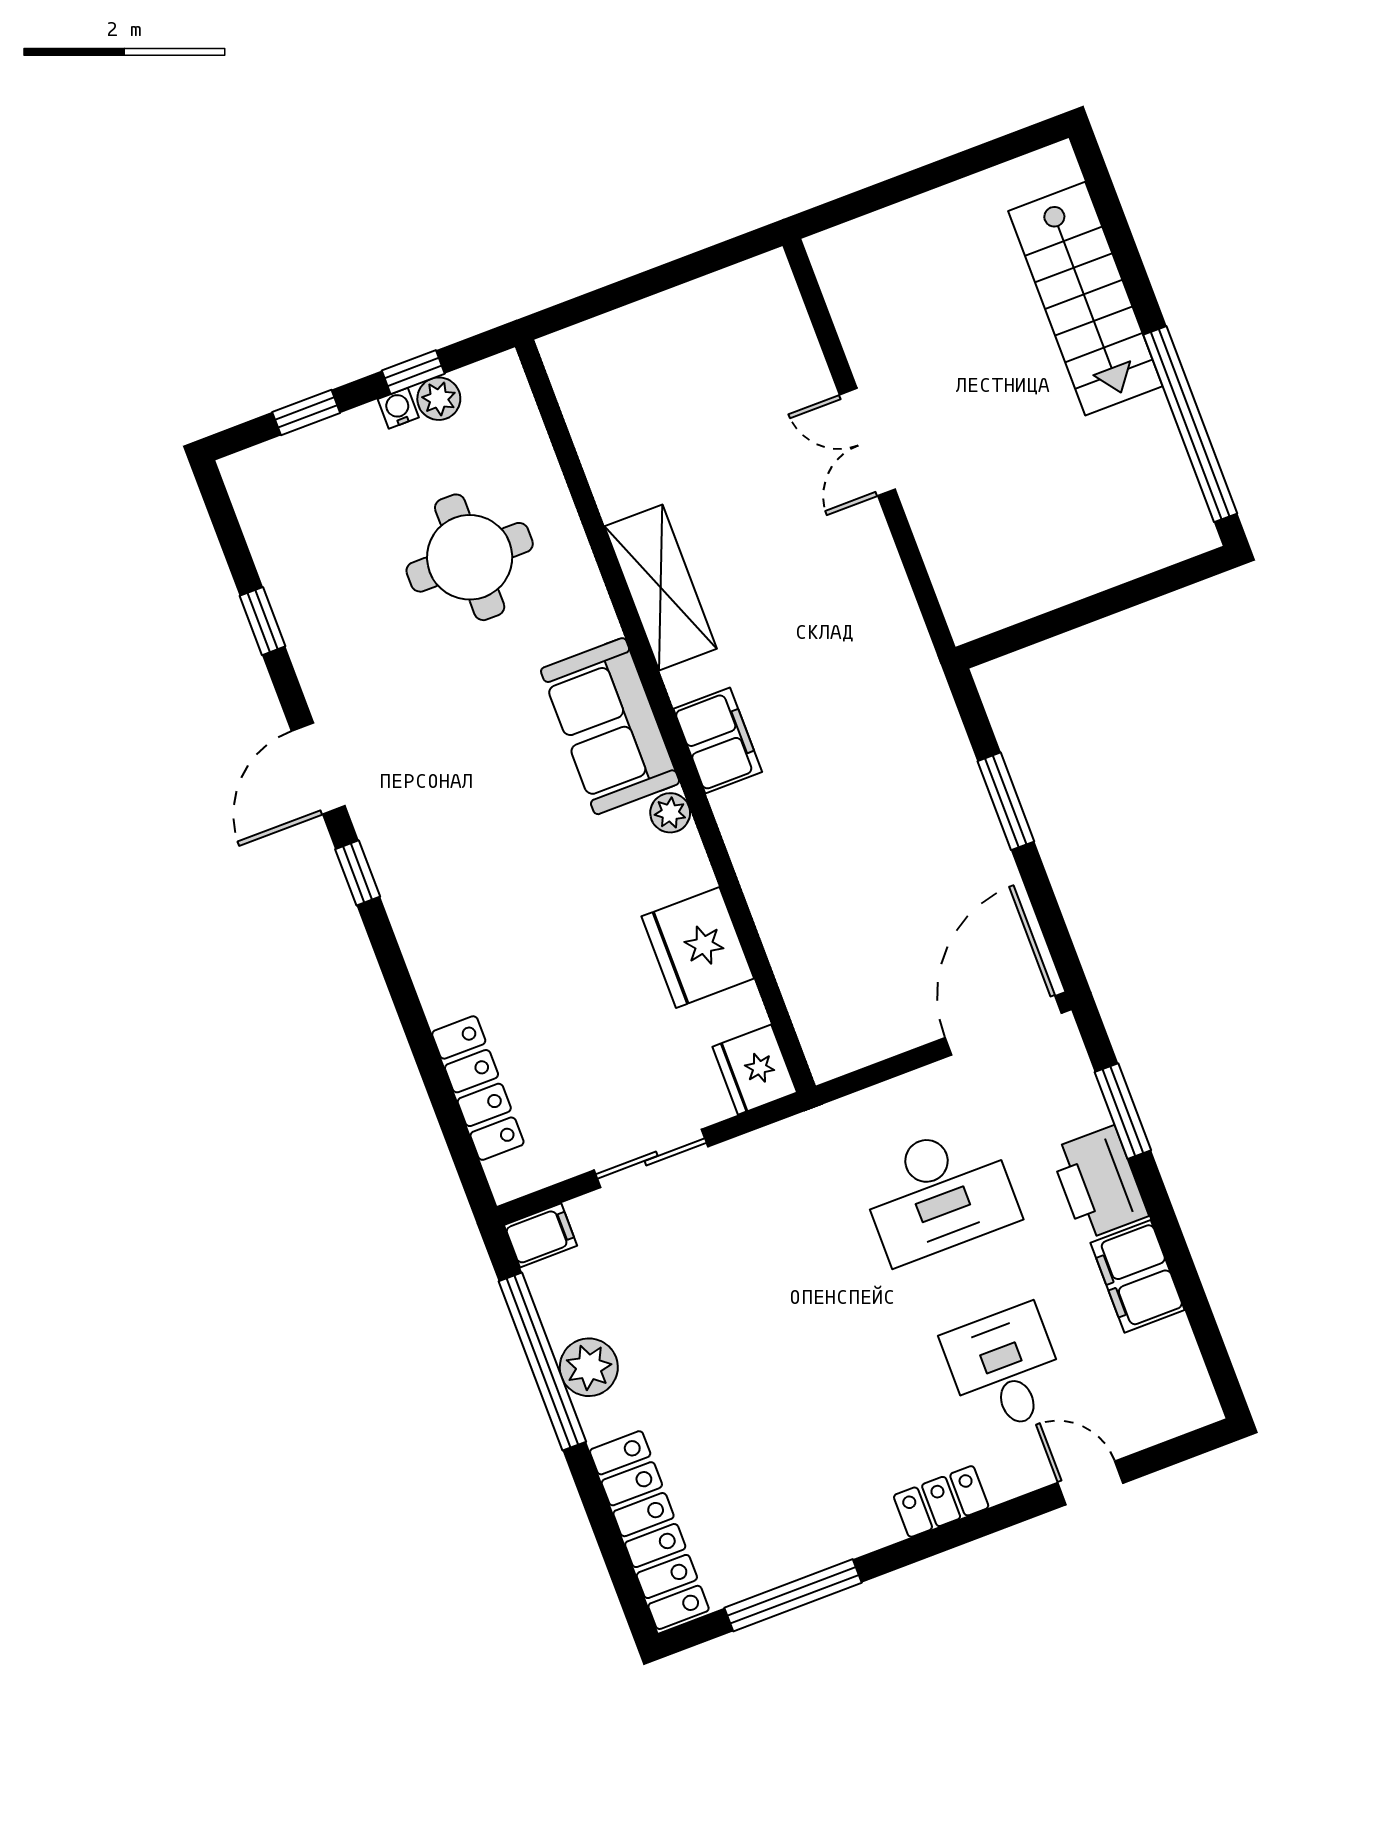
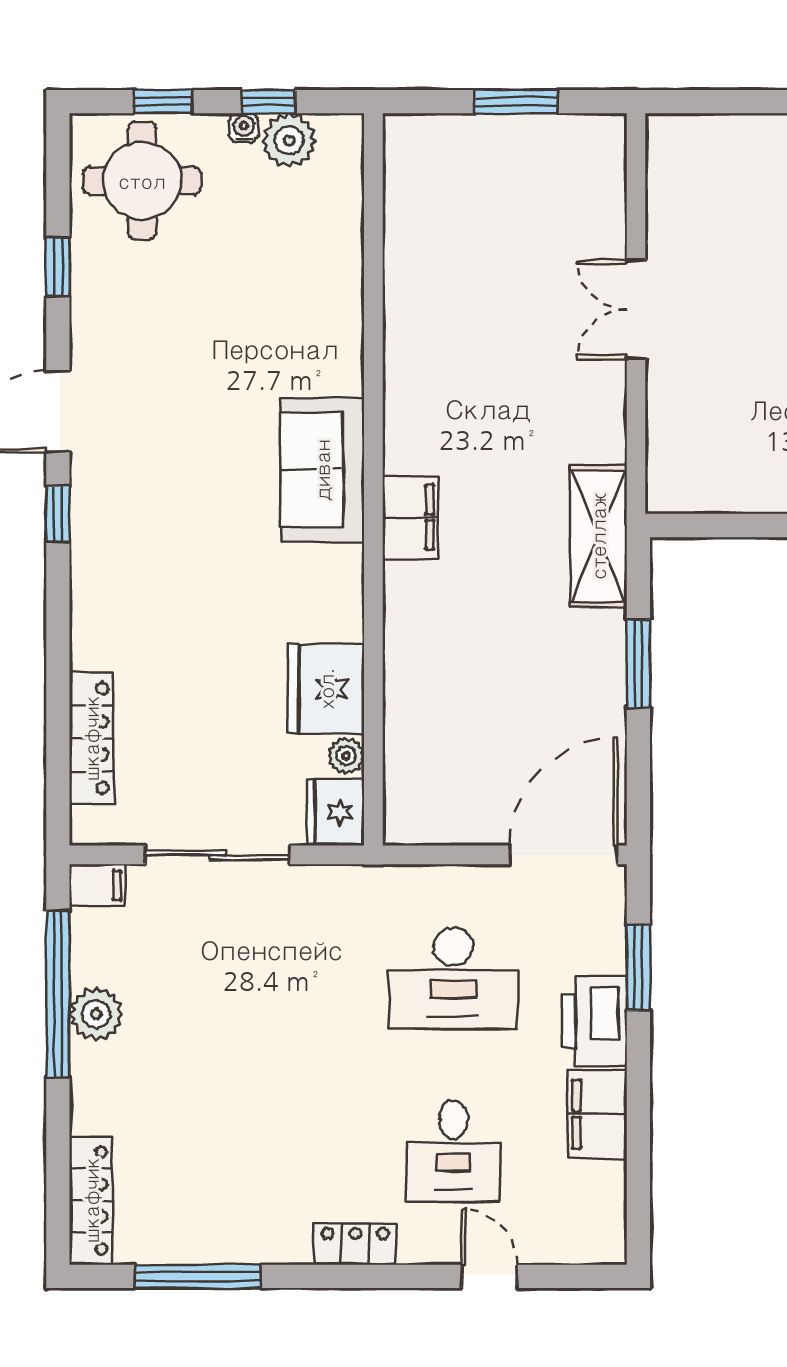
window: (666, 277) -> (516, 102), added
plant: (439, 399) -> (289, 140), width x1.38, depth x1.38
round table: (470, 557) -> (142, 181), moved
shelving: (661, 588) -> (598, 536), moved
plant: (670, 813) -> (346, 756), moved
sliding door: (651, 1158) -> (217, 855), width x1.37
desk: (1005, 1369) -> (453, 1151), turned 180
locker: (649, 1530) -> (91, 1200), width x0.71, depth x0.83

